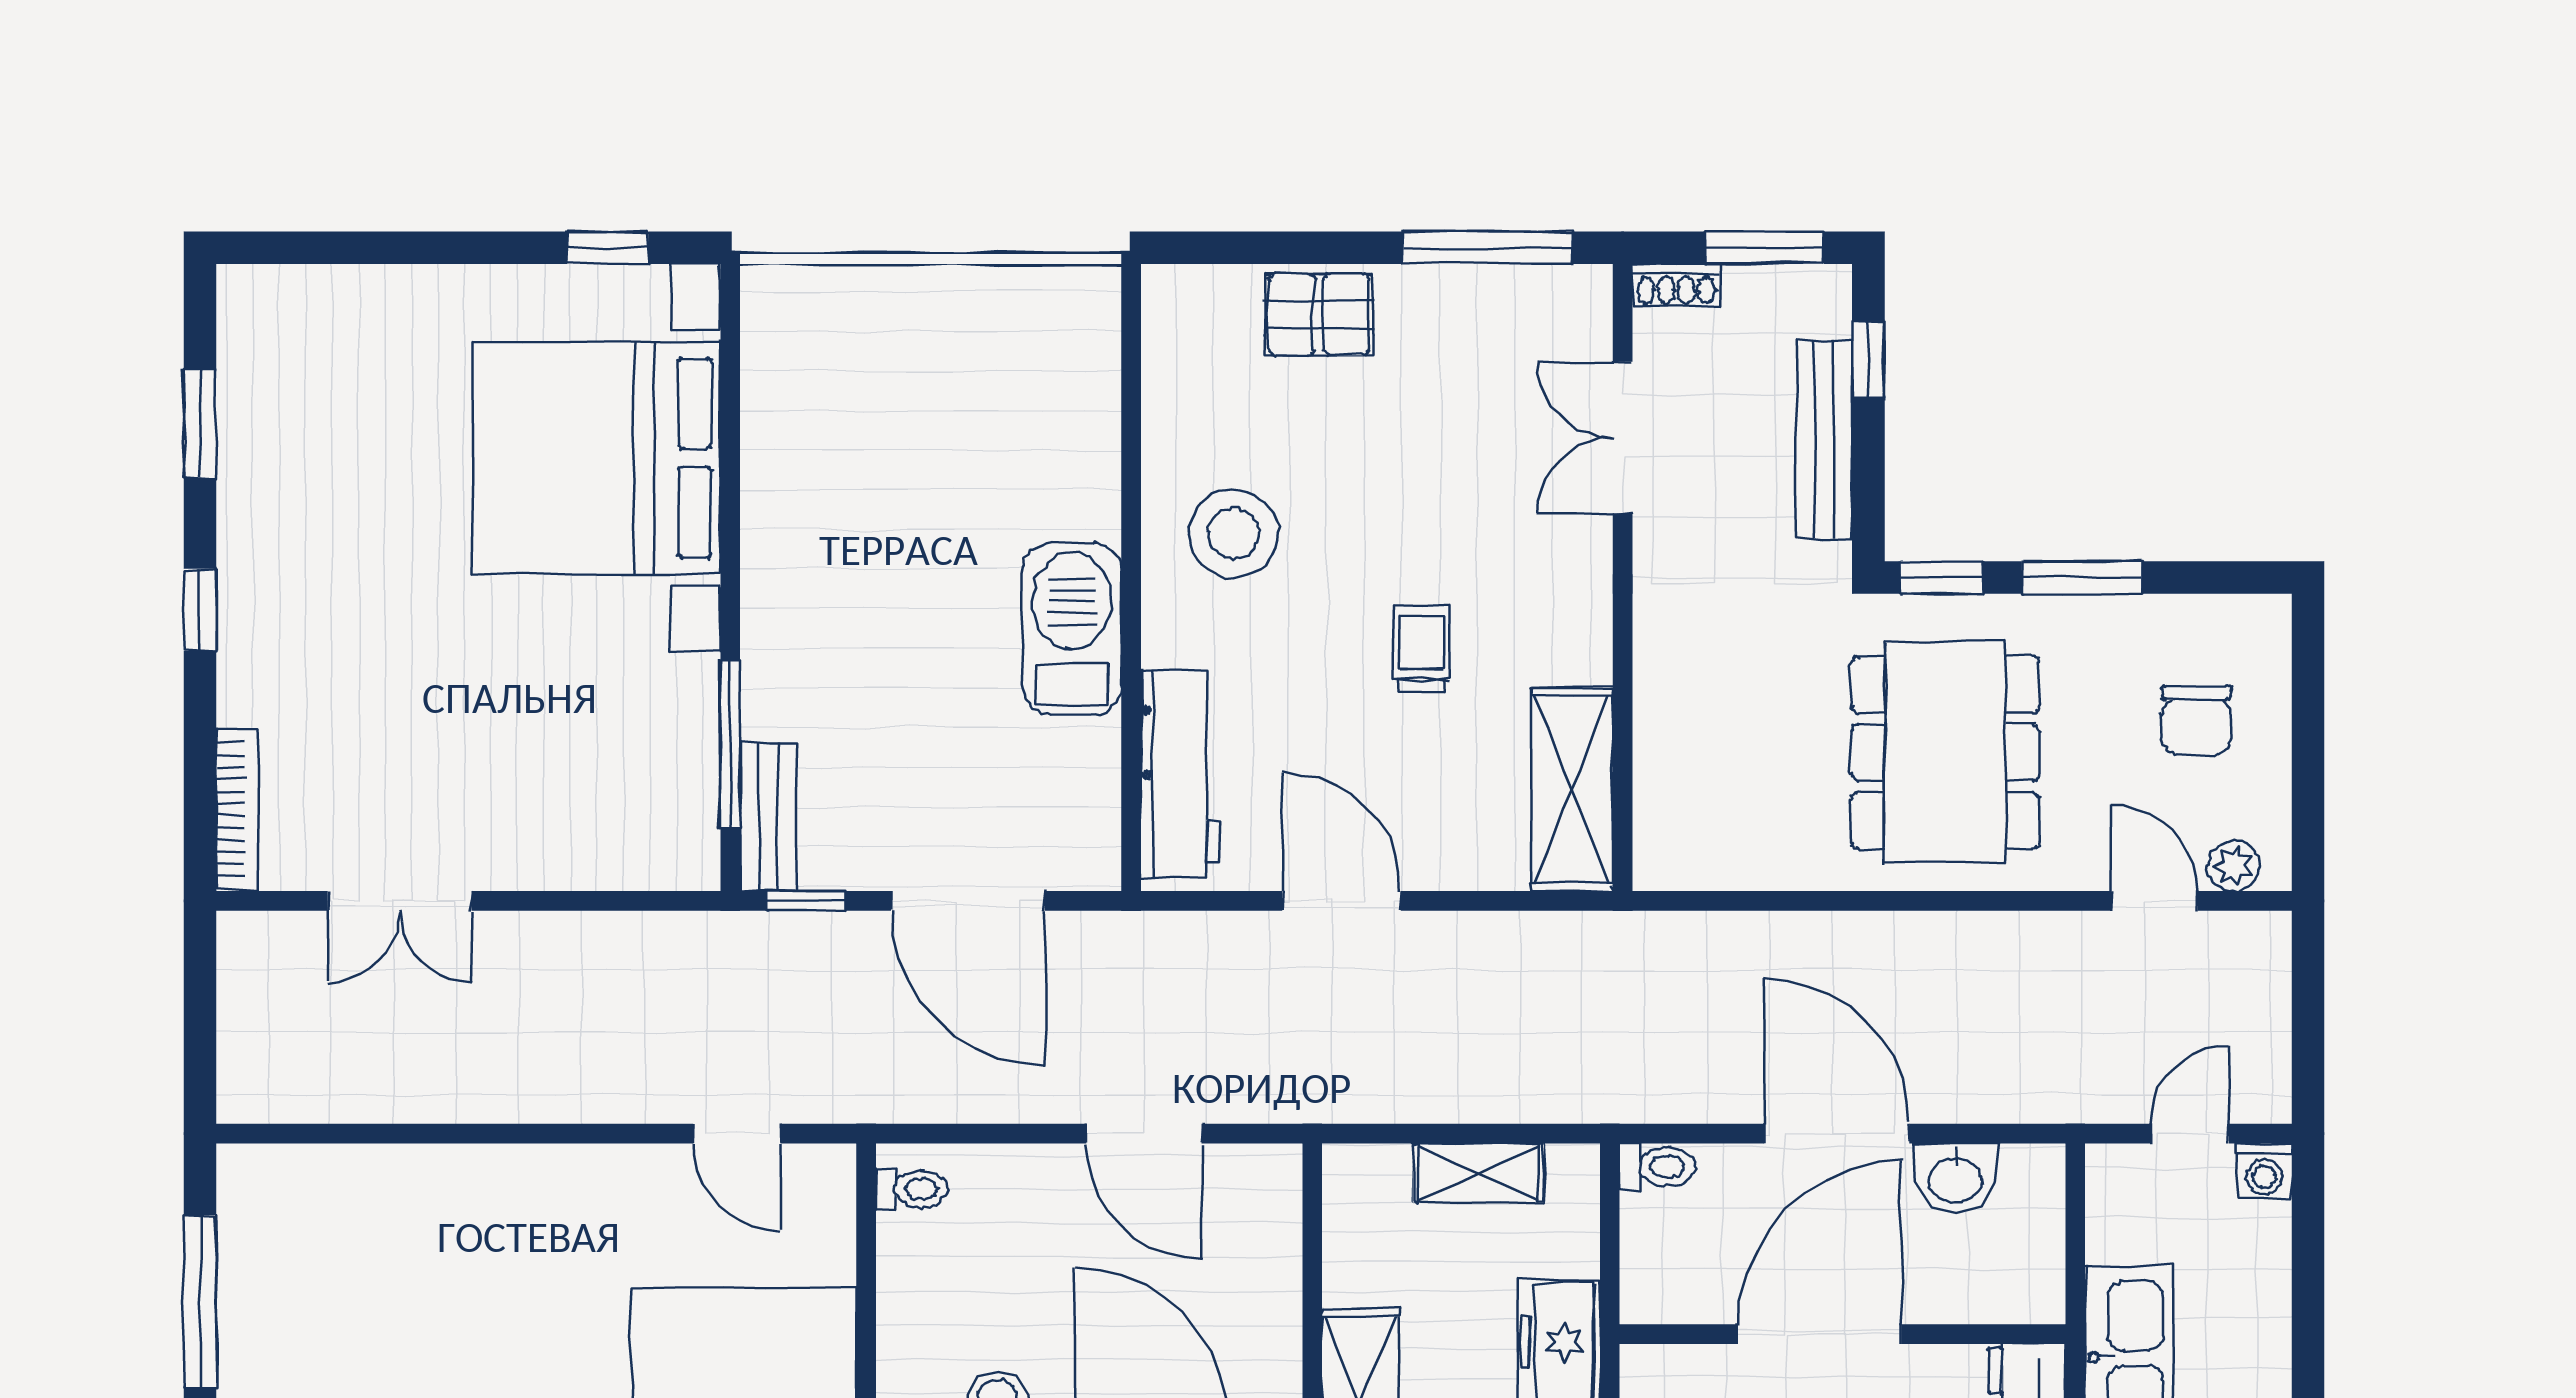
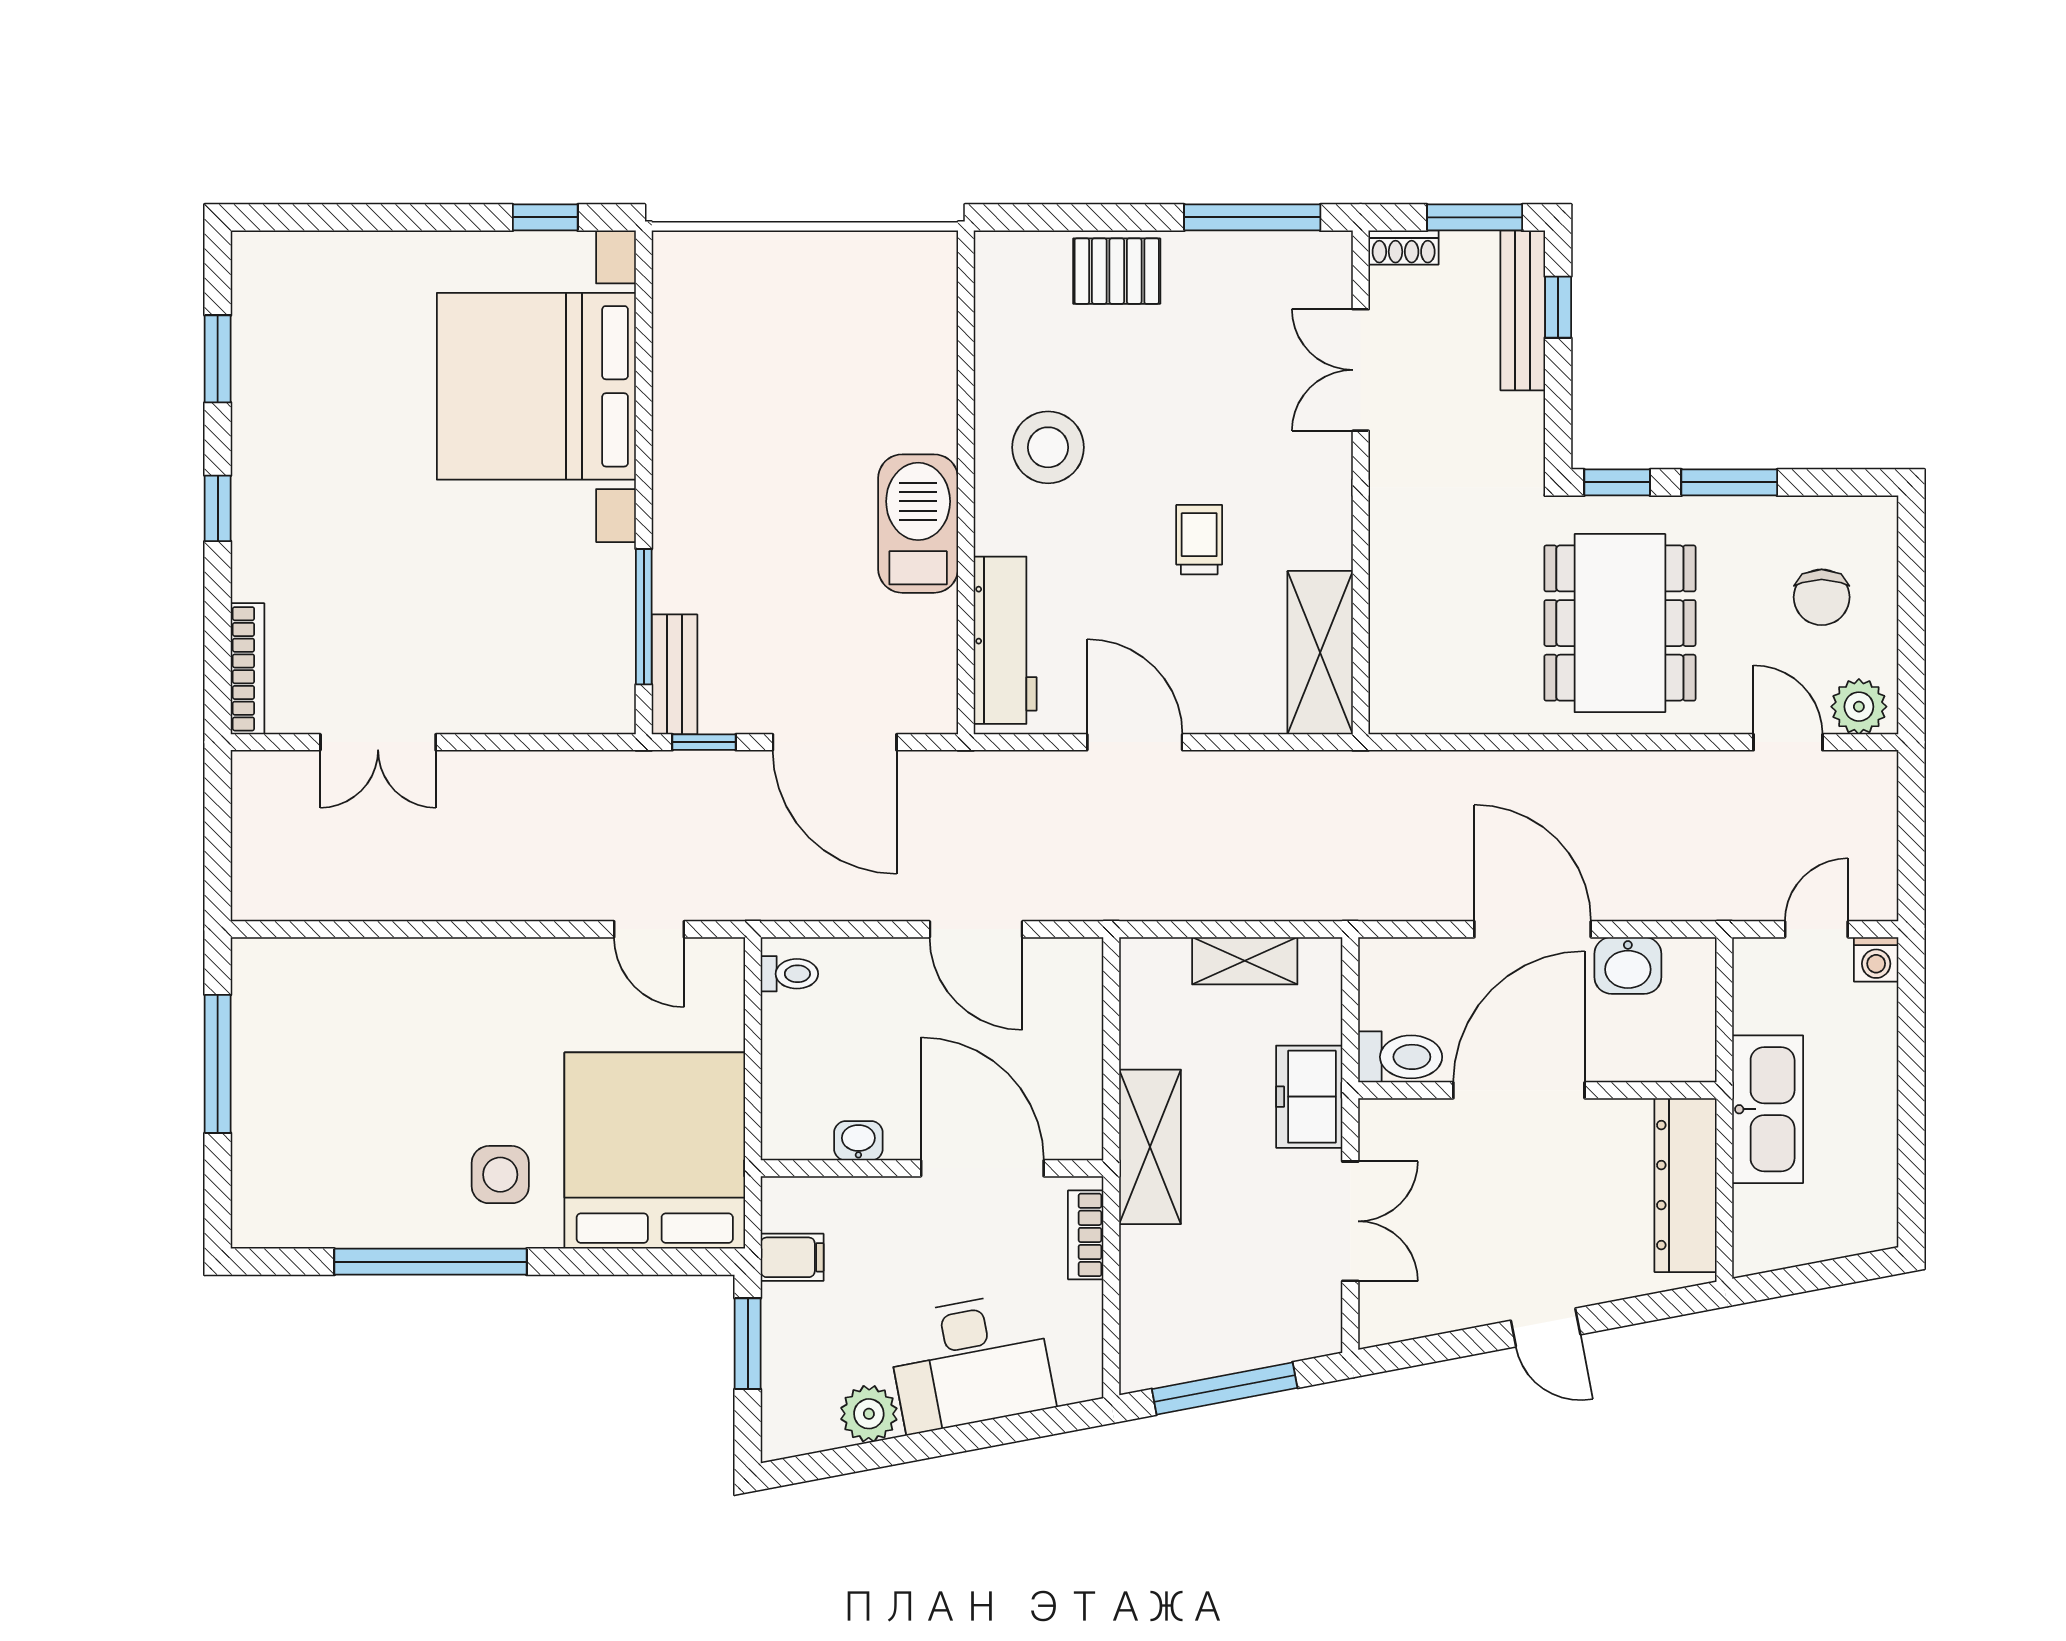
bench: (1824, 439) -> (1523, 310), moved
plant: (2233, 866) -> (1859, 707), width x1.38, depth x1.38
toilet: (1657, 1167) -> (1400, 1057), moved, width x1.37, depth x1.39

